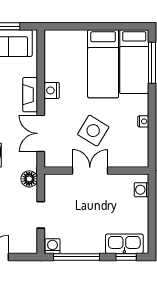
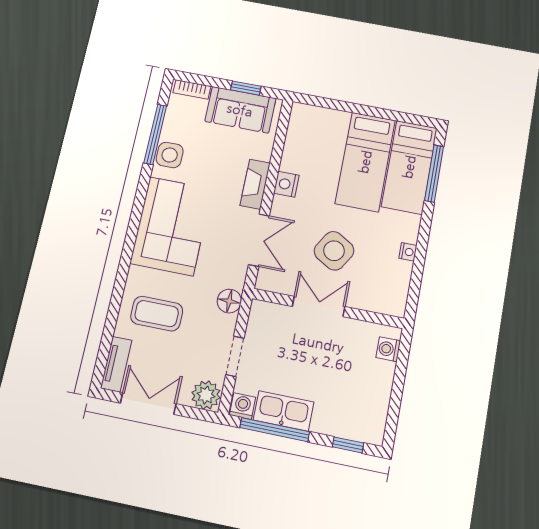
double door: (41, 133) -> (259, 240), swing flipped
plant: (27, 244) -> (206, 395), added
kitchen sink: (124, 244) -> (284, 411), moved

